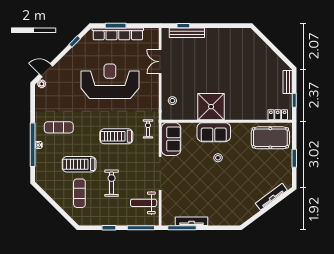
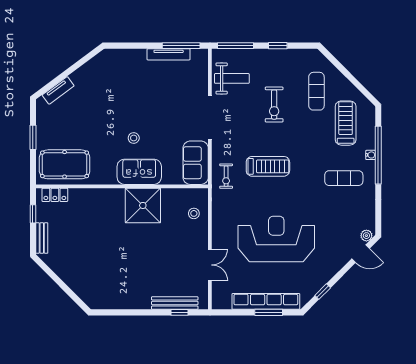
reception desk: (110, 81) -> (276, 239), turned 180
treadmill: (79, 164) -> (346, 123), moved, turned -90
tv unit: (271, 197) -> (58, 90), width x0.71

